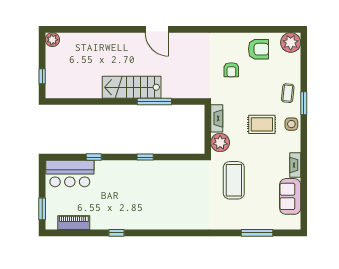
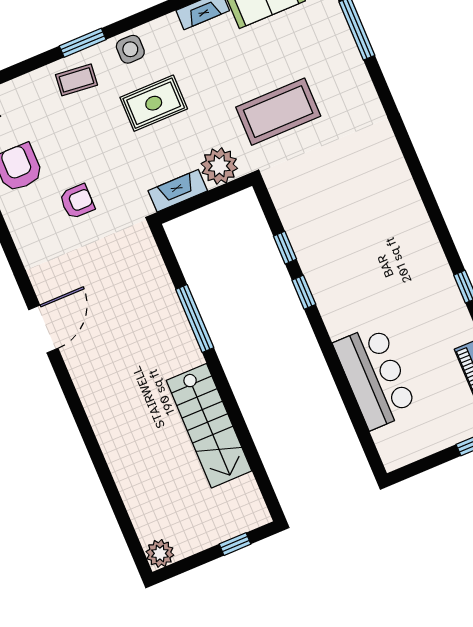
door: (157, 29) -> (43, 329), moved
stairs: (132, 87) -> (209, 426), moved
rug: (262, 124) -> (154, 103), turned 90
window: (94, 157) -> (285, 248), moved
bar counter: (70, 174) -> (375, 377), moved

